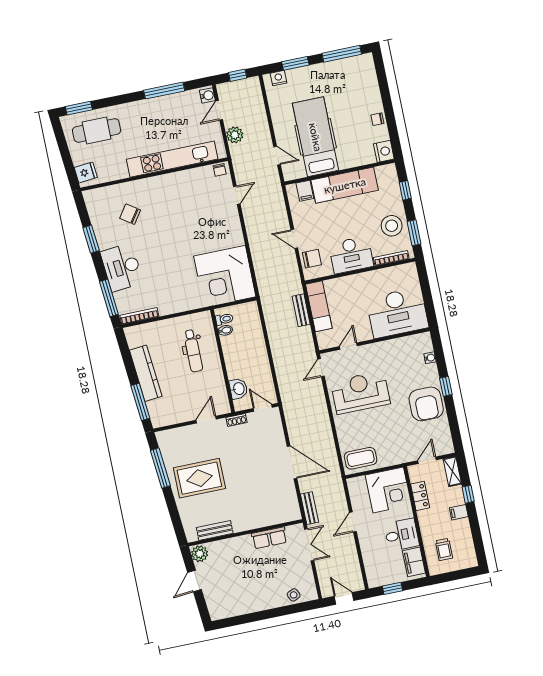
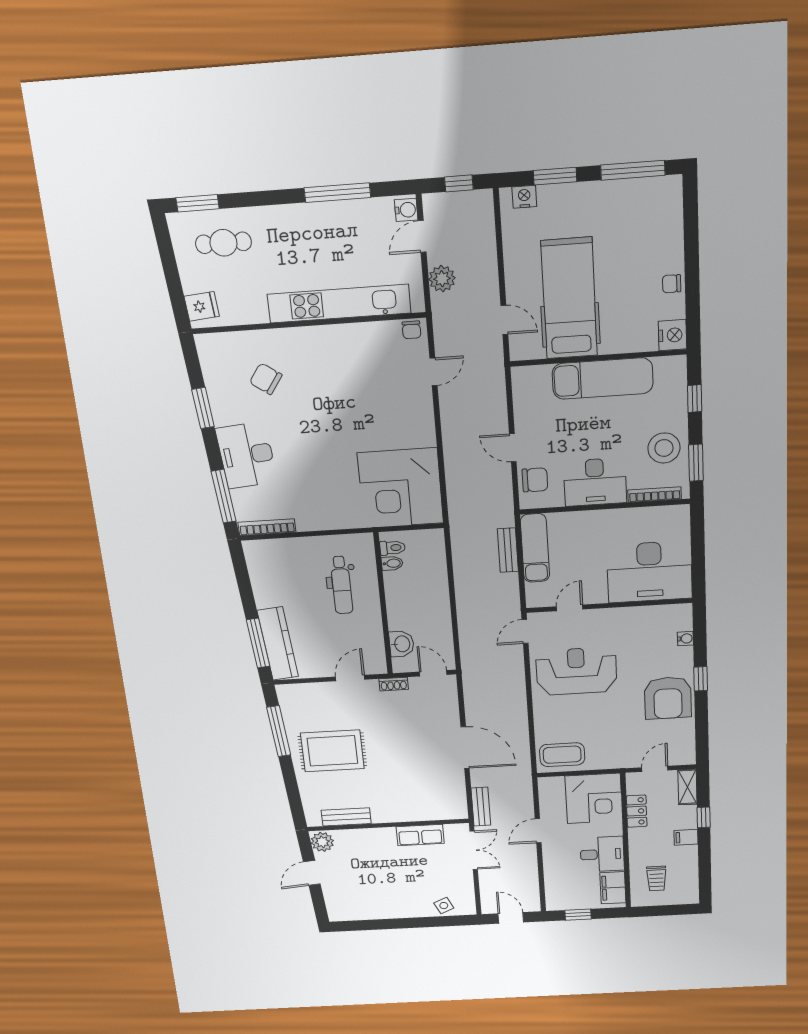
cafe table: (97, 130) -> (223, 243), width x0.73, depth x0.74
filing cabinet: (305, 191) -> (540, 379), removed
kitchen counter: (146, 373) -> (278, 644), moved

